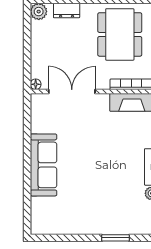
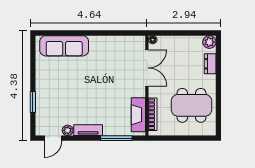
sofa: (44, 165) -> (64, 46), moved

